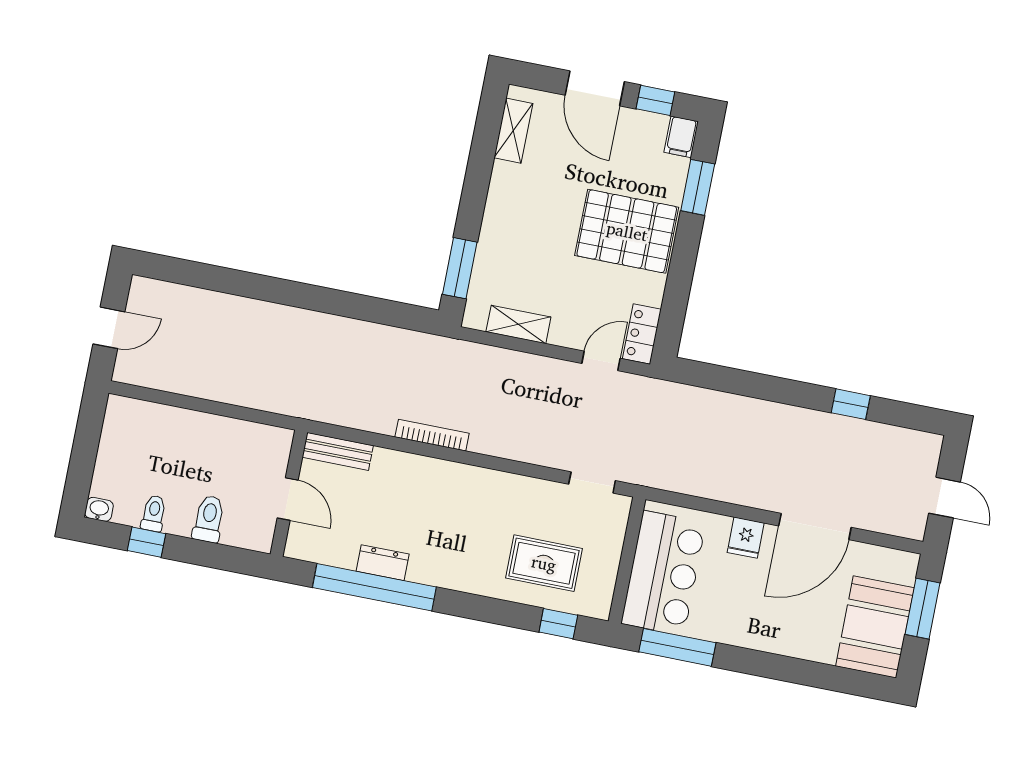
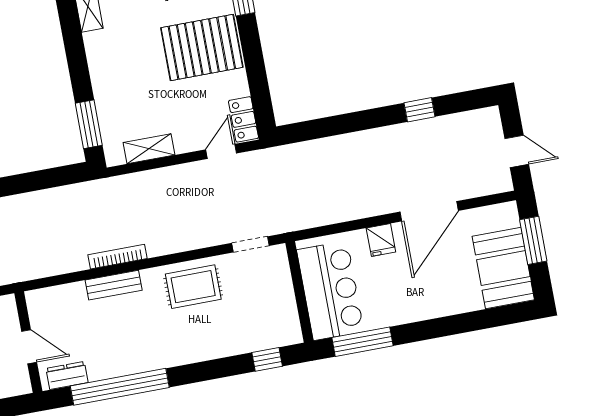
bench: (338, 451) -> (114, 285), moved
dresser: (383, 563) -> (67, 375), moved
rug: (544, 563) -> (193, 287), moved

